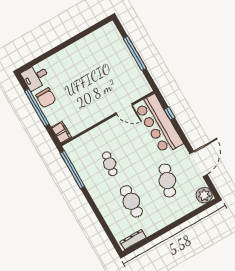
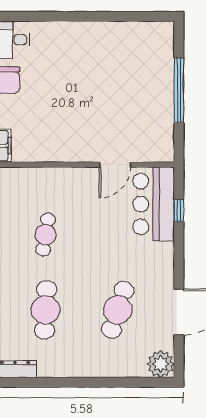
door: (124, 109) -> (115, 165), hinge flipped
bar counter: (159, 124) -> (154, 204), width x0.73

